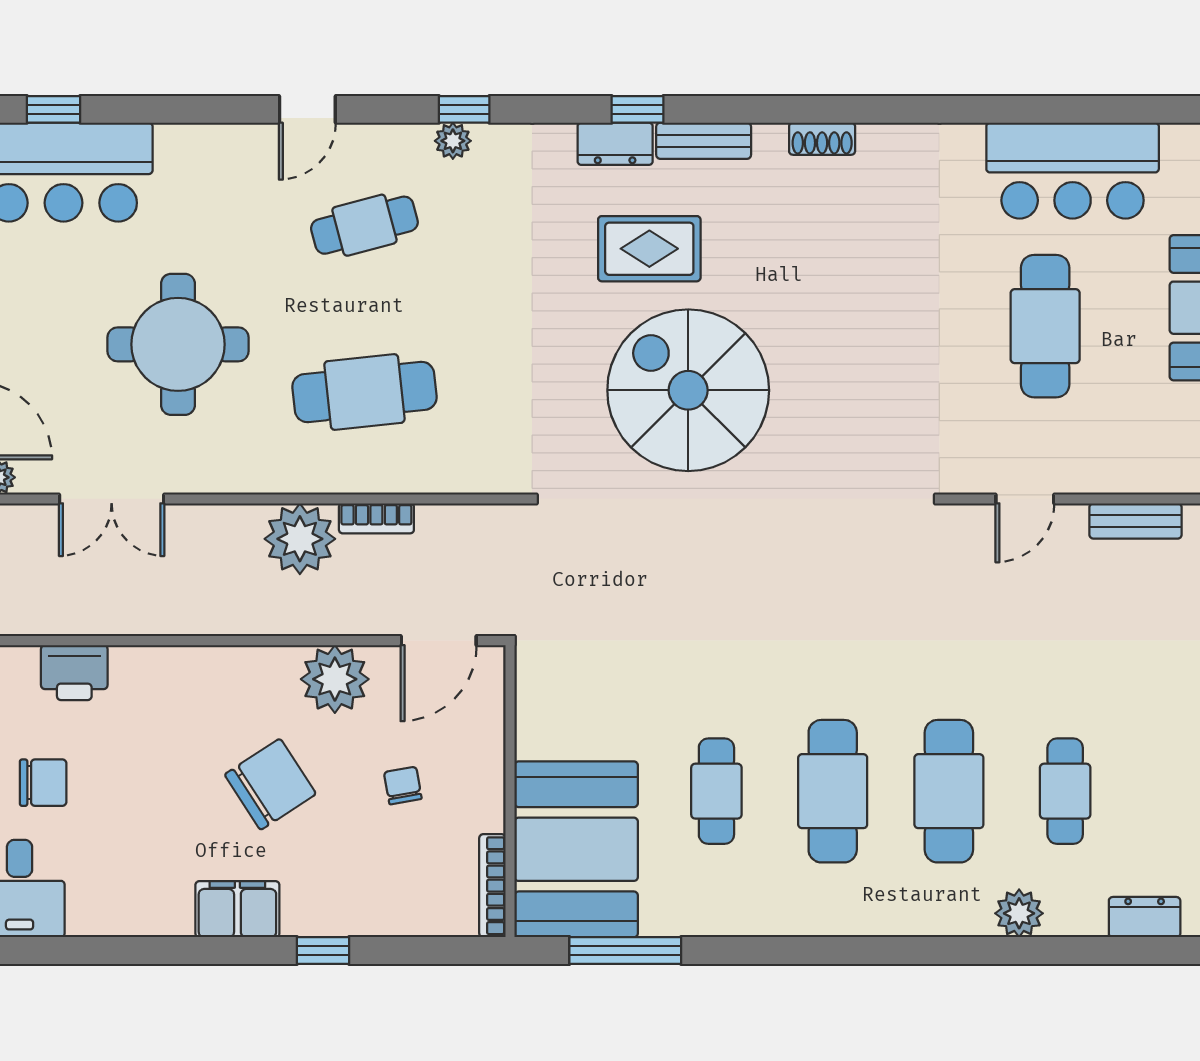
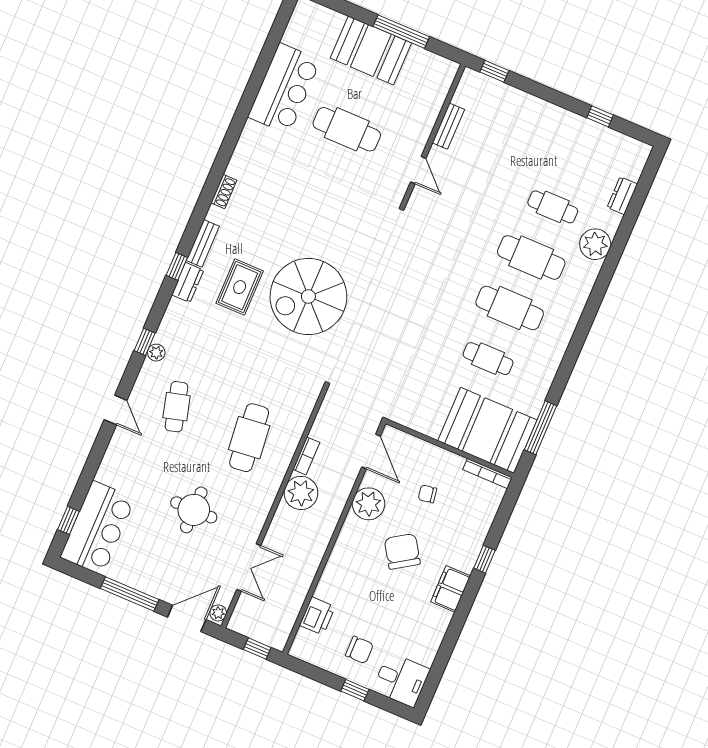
round table: (178, 344) -> (194, 510), width x0.73, depth x0.73
chair: (43, 783) -> (359, 650), turned 90
plant: (1019, 913) -> (595, 244), width x1.36, depth x1.36

